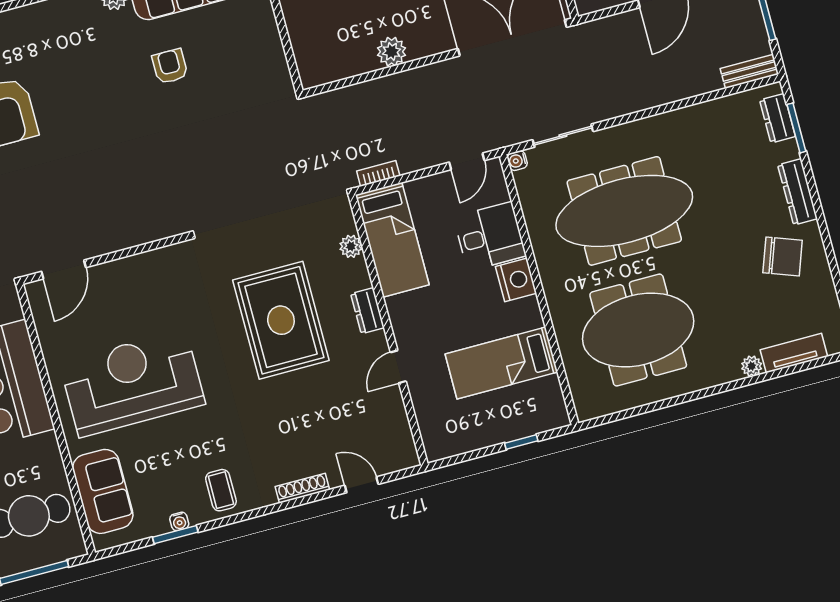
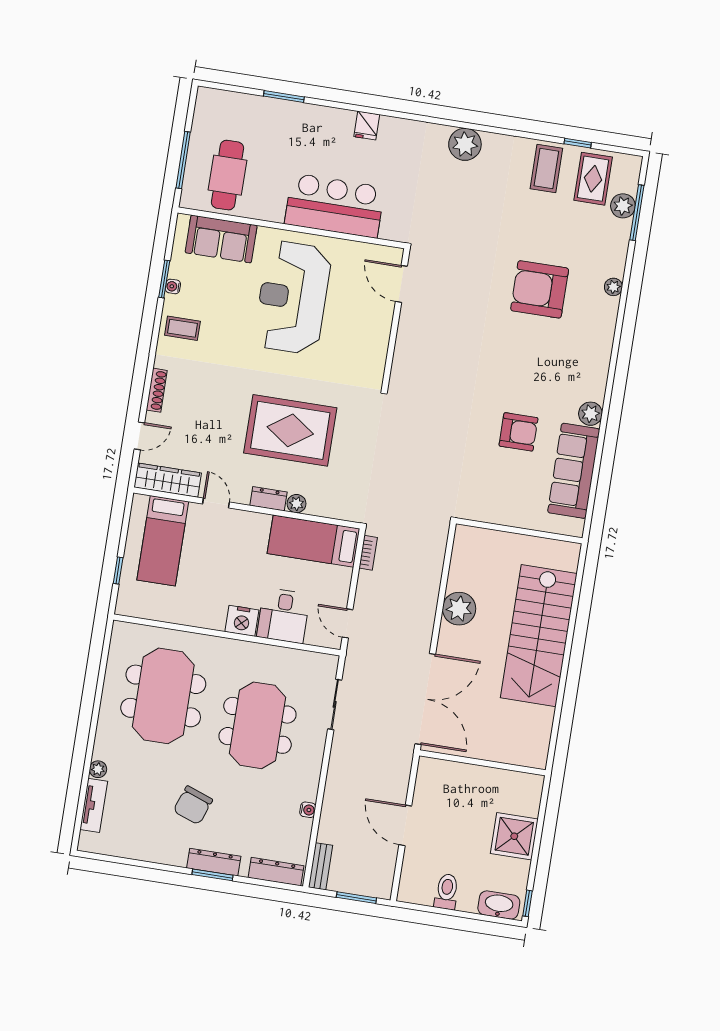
plant: (392, 52) -> (459, 609), width x1.36, depth x1.36
armchair: (170, 66) -> (518, 432), width x1.38, depth x1.38
dresser: (777, 118) -> (276, 872), width x1.44
window: (796, 128) -> (213, 875), moved
water cooler: (517, 161) -> (308, 810), moved, turned 90
meeting table: (624, 211) -> (257, 725), width x0.73
plant: (351, 246) -> (296, 504), moved
chair: (783, 256) -> (193, 805), moved
bed: (501, 363) -> (163, 541), moved, turned 180
reception desk: (132, 383) -> (293, 297), turned 180
wardrobe: (397, 432) -> (168, 480), added

